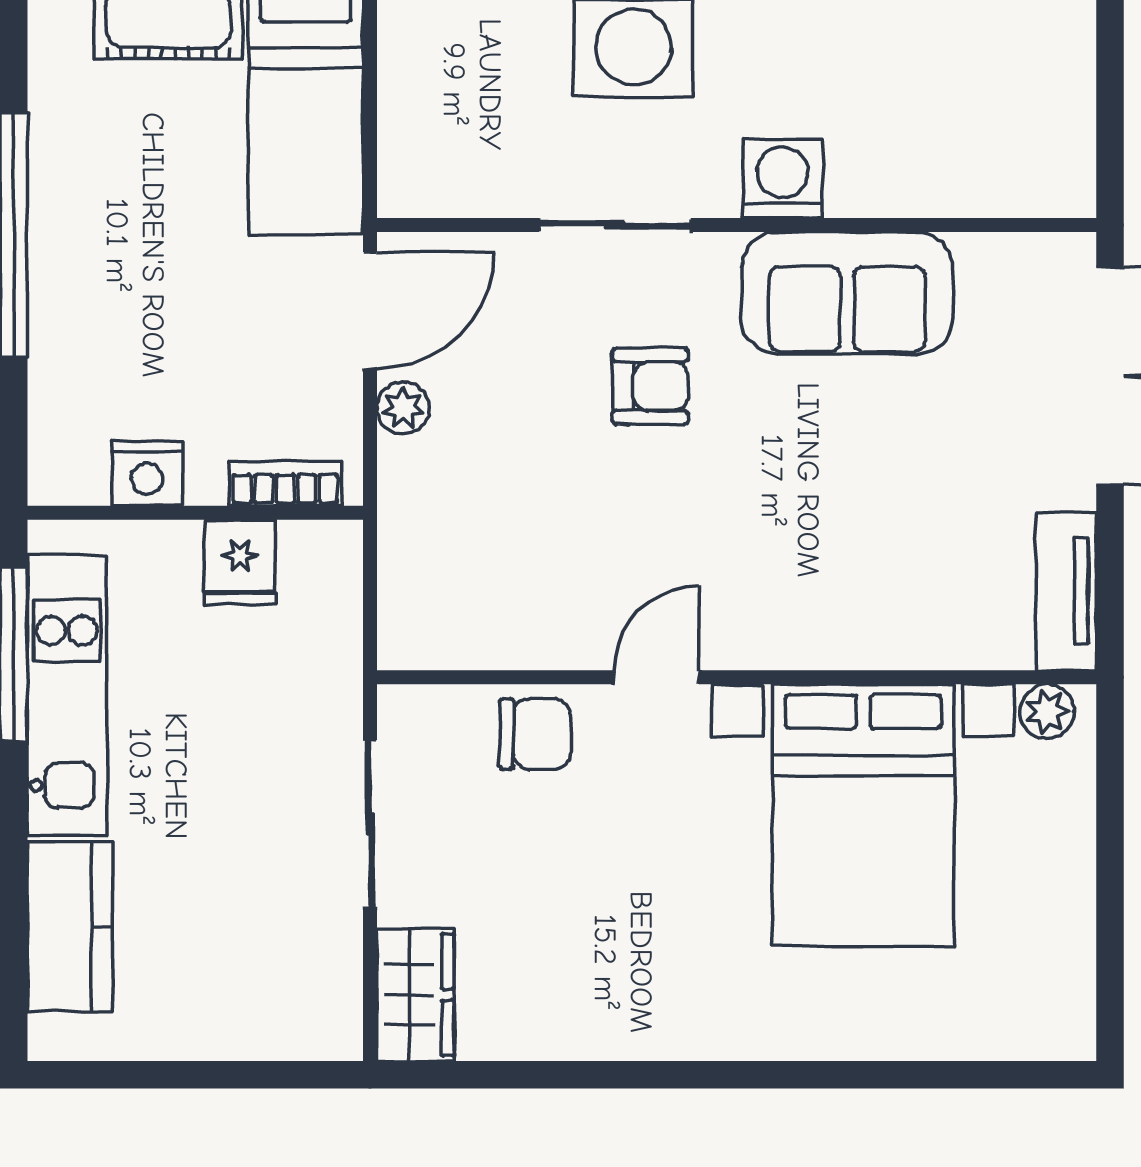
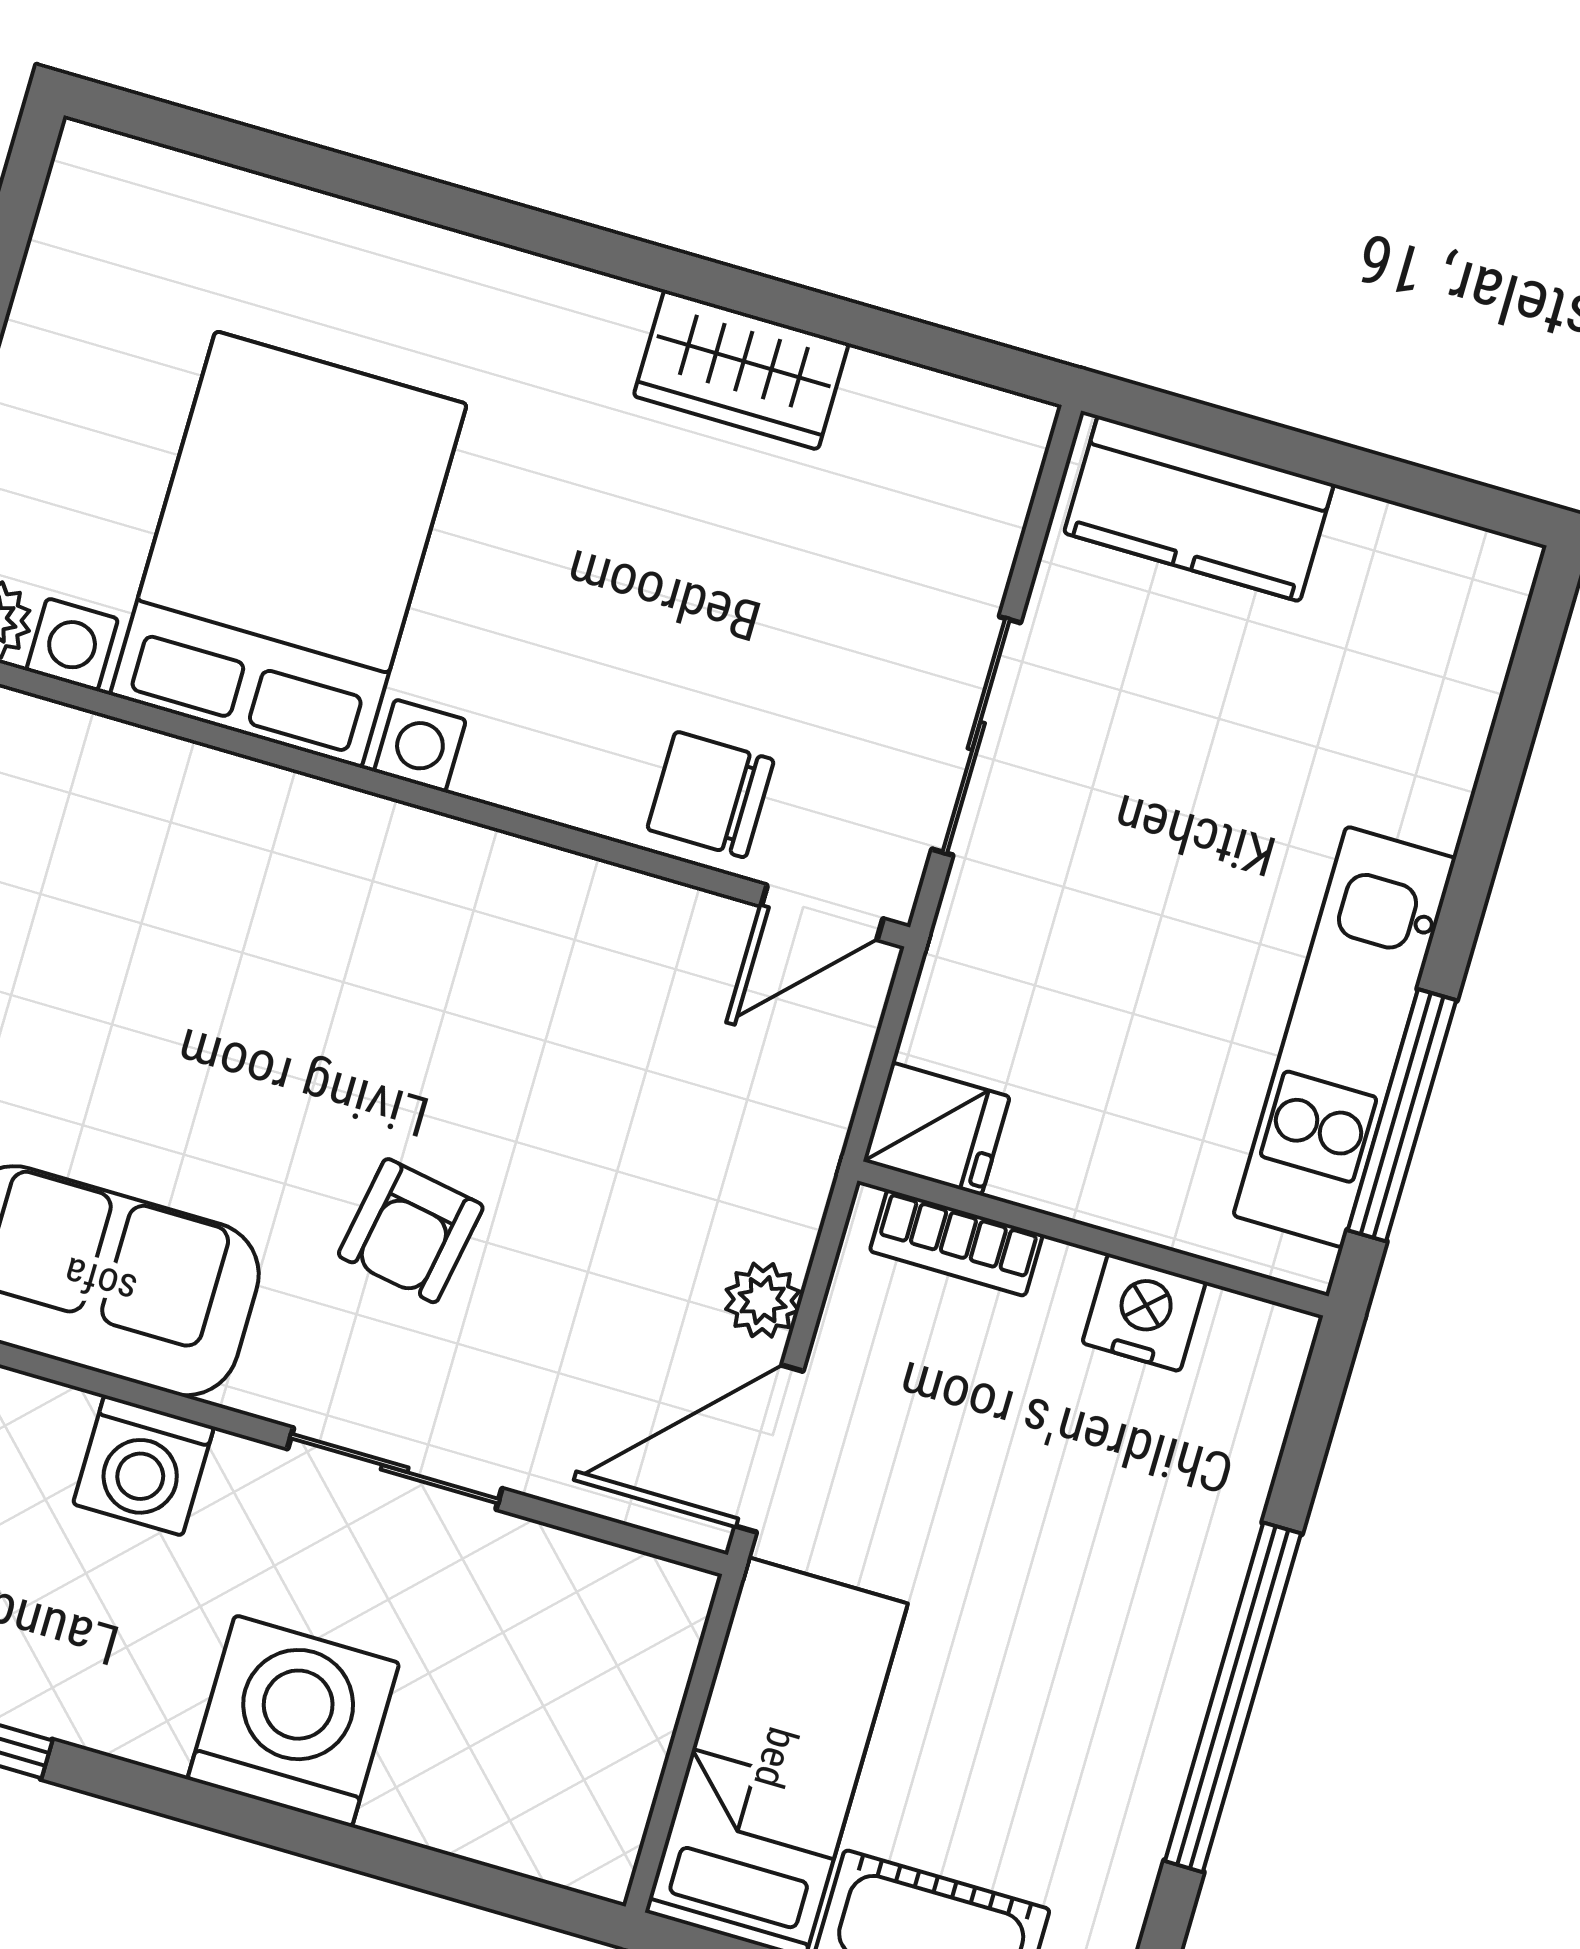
armchair: (650, 386) -> (411, 1231), turned -80
fridge: (240, 562) -> (936, 1129), moved, turned 90
door: (657, 677) -> (822, 912), moved
kitchen counter: (70, 926) -> (1199, 509), moved, turned -90
wardrobe: (415, 994) -> (741, 370), moved, turned -90

